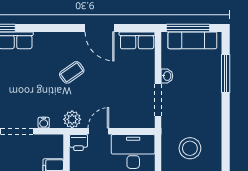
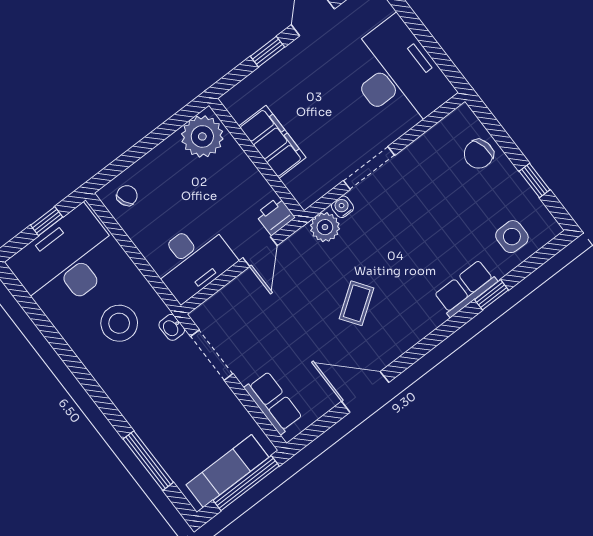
row of seats: (137, 40) -> (273, 403), moved, turned 90
washbasin: (167, 76) -> (172, 327), moved
plant: (72, 119) -> (325, 227), moved

